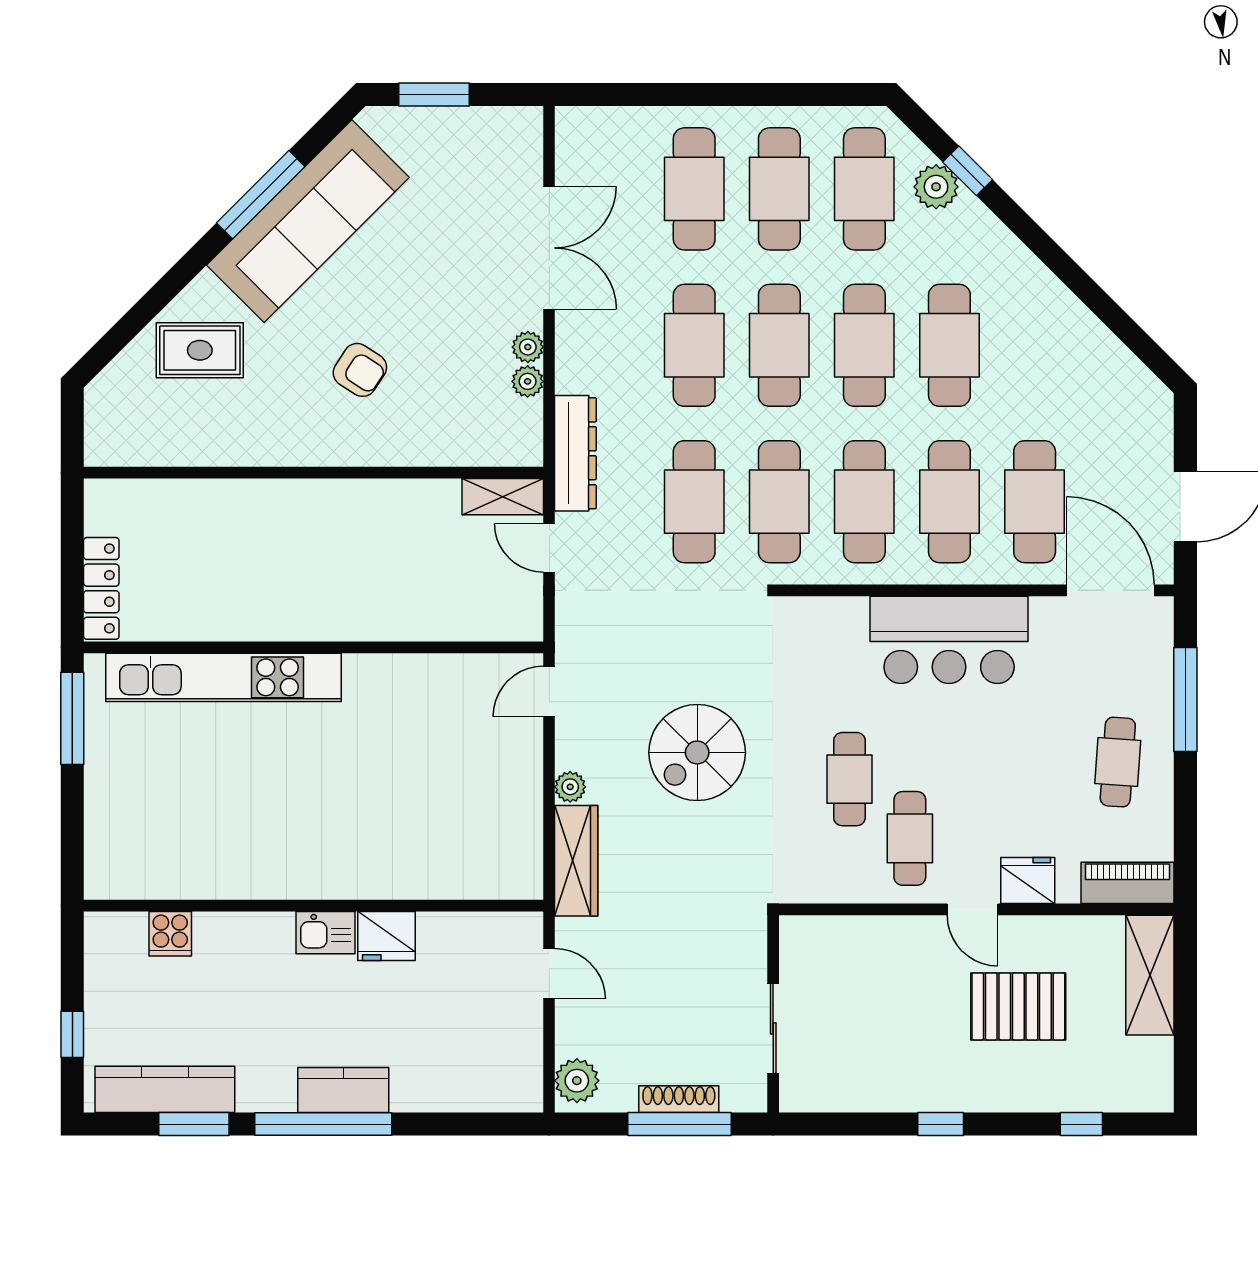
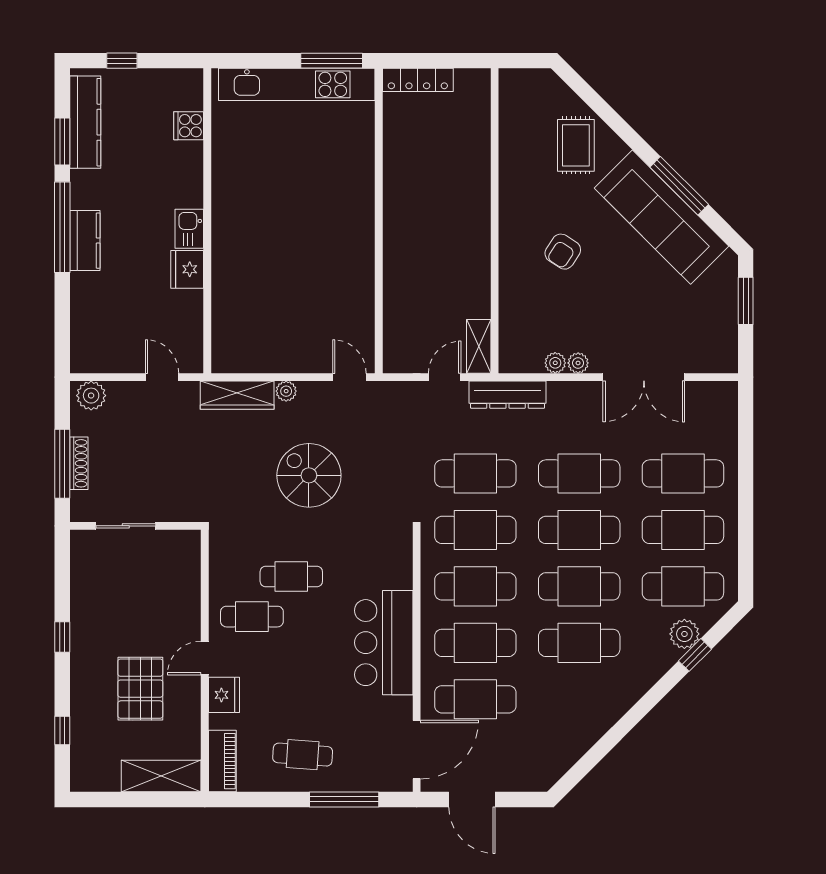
kitchen unit: (223, 677) -> (297, 84), moved, turned -90
door: (549, 974) -> (162, 377), swing flipped

